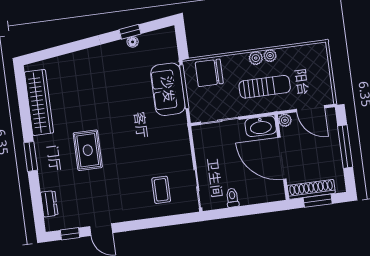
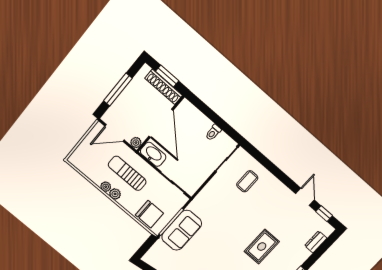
door: (310, 109) -> (115, 133), swing flipped

